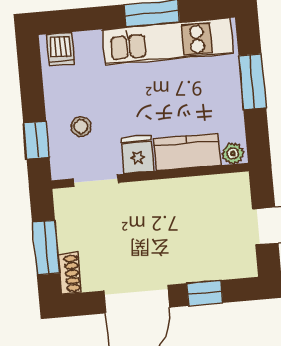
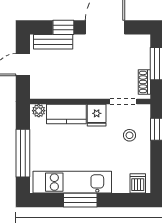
window: (252, 82) -> (23, 153), width x1.44
bench: (219, 268) -> (53, 42), added
shoe rack: (70, 273) -> (144, 82), moved

